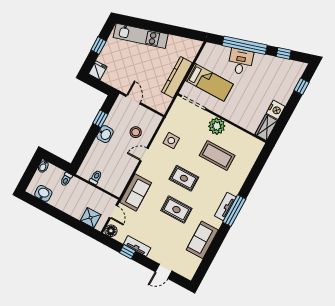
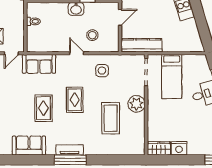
kitchen counter: (177, 77) -> (142, 45), moved

